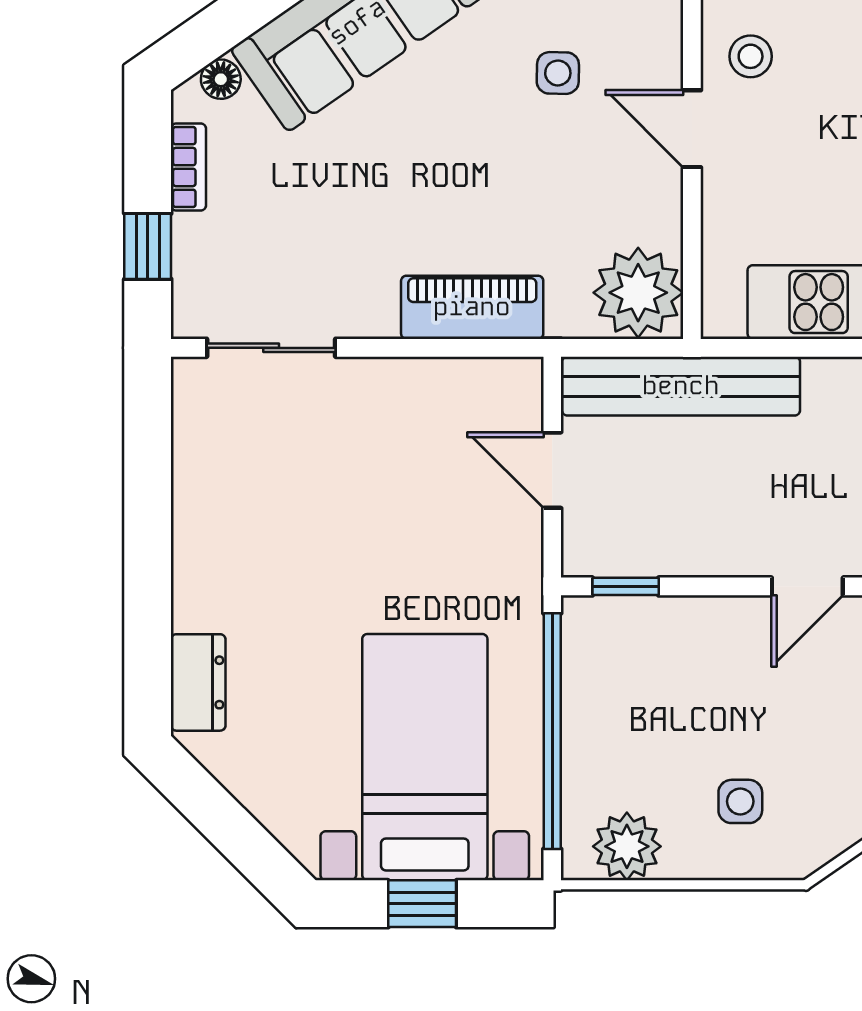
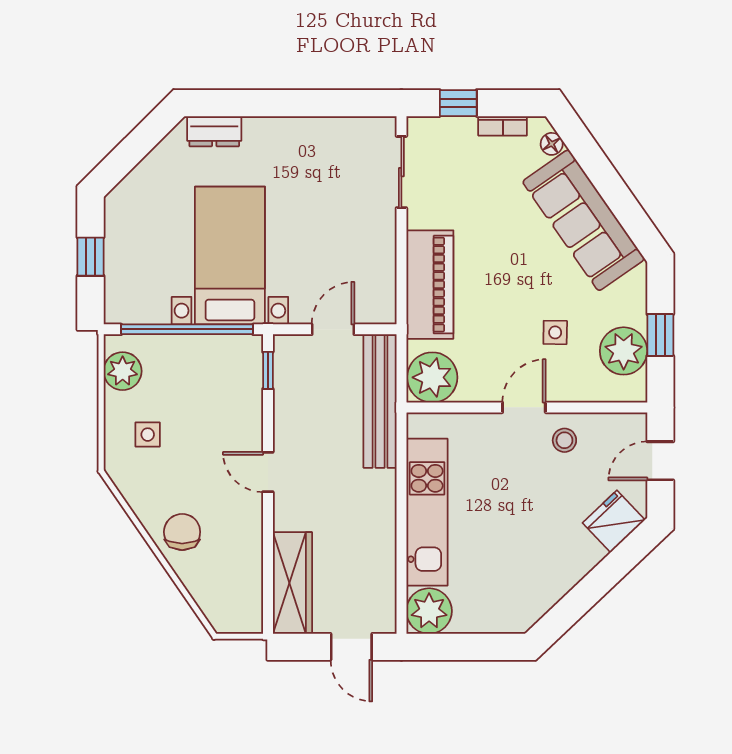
piano: (472, 307) -> (430, 285), width x1.37, depth x1.33
bed with nightstands: (425, 757) -> (230, 255), moved, turned -90

